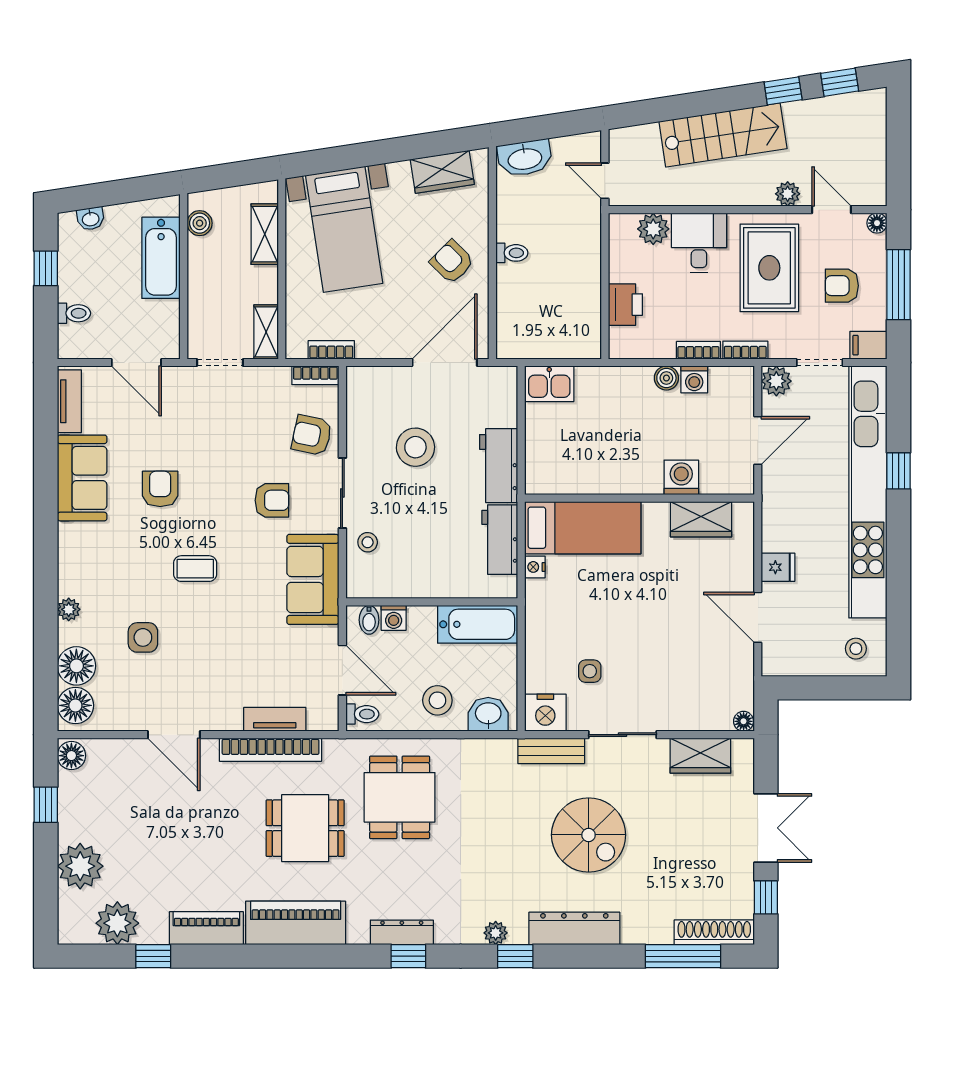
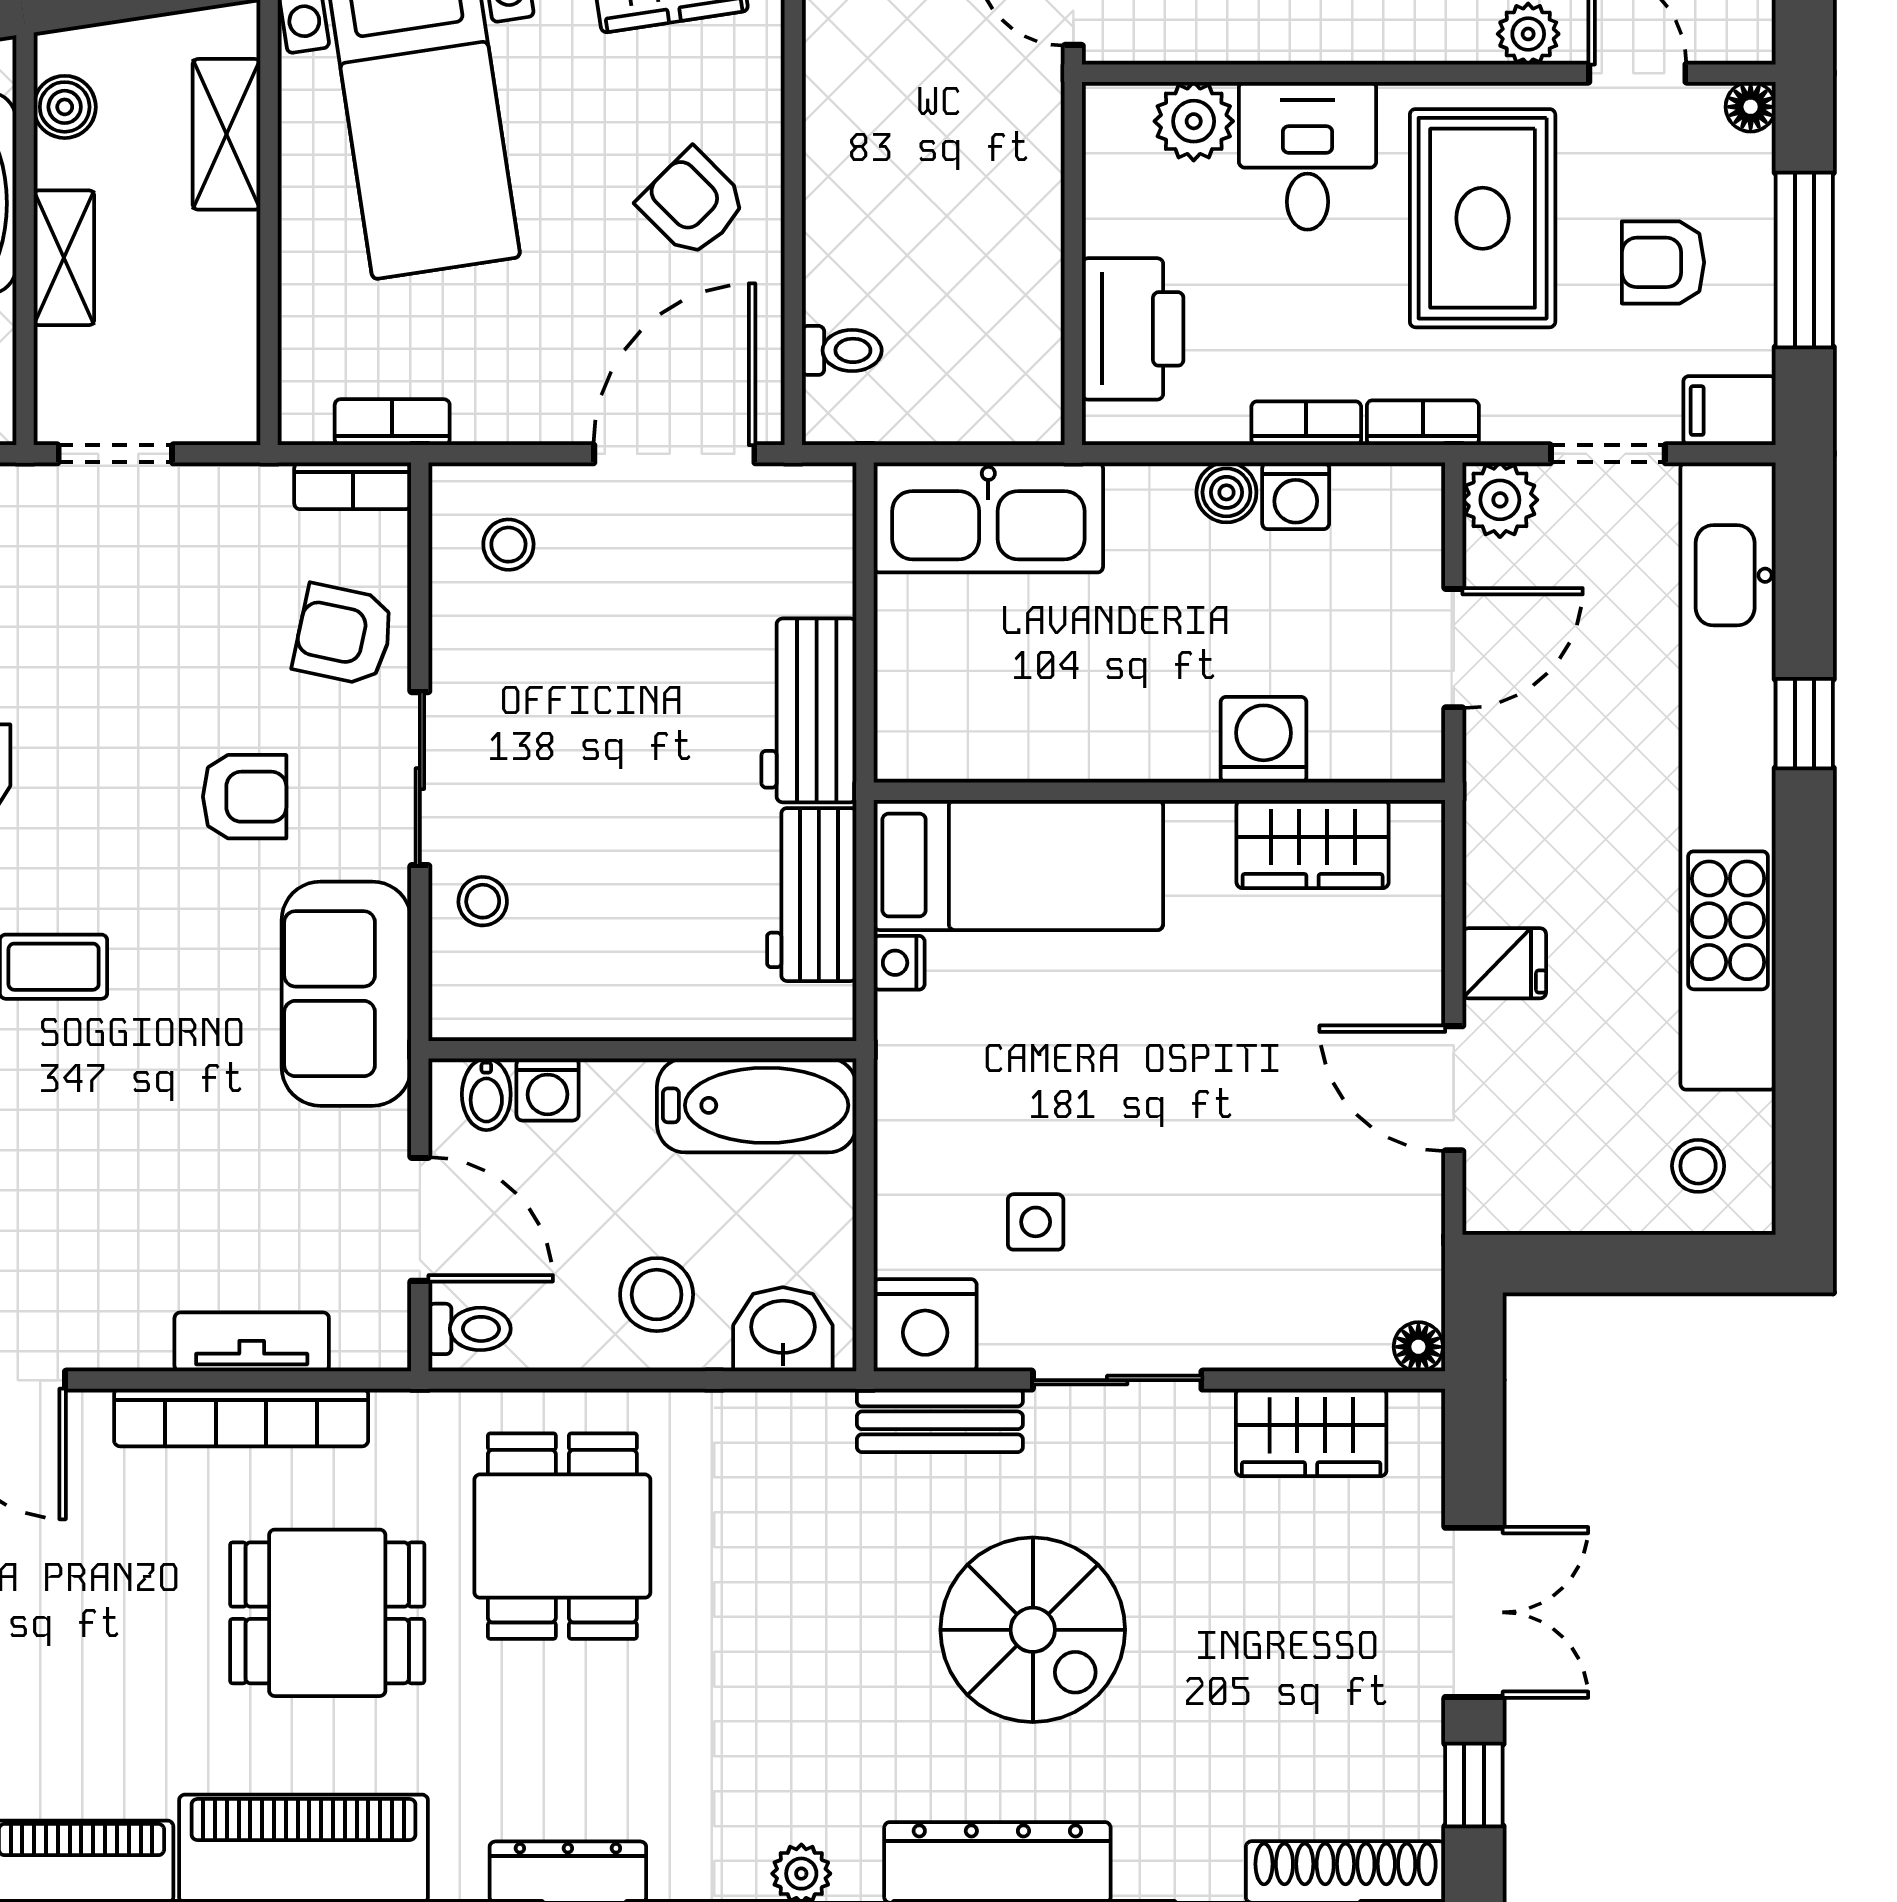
toilet: (512, 253) -> (842, 350), moved
printer: (625, 305) -> (1133, 329), width x1.37, depth x1.19
shelving: (266, 332) -> (64, 258), moved
kitchen sink: (549, 384) -> (988, 517), width x1.87, depth x1.24
stool: (415, 447) -> (508, 545), moved, width x0.53, depth x0.53

